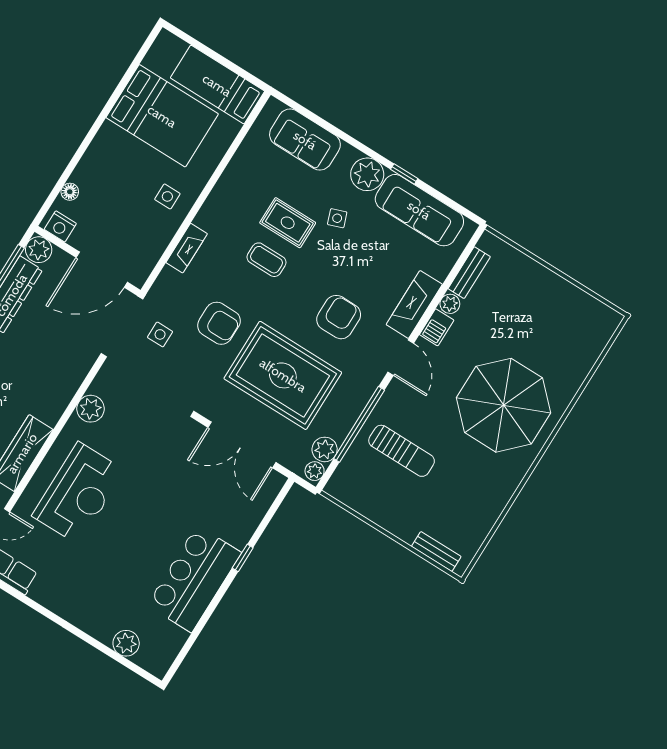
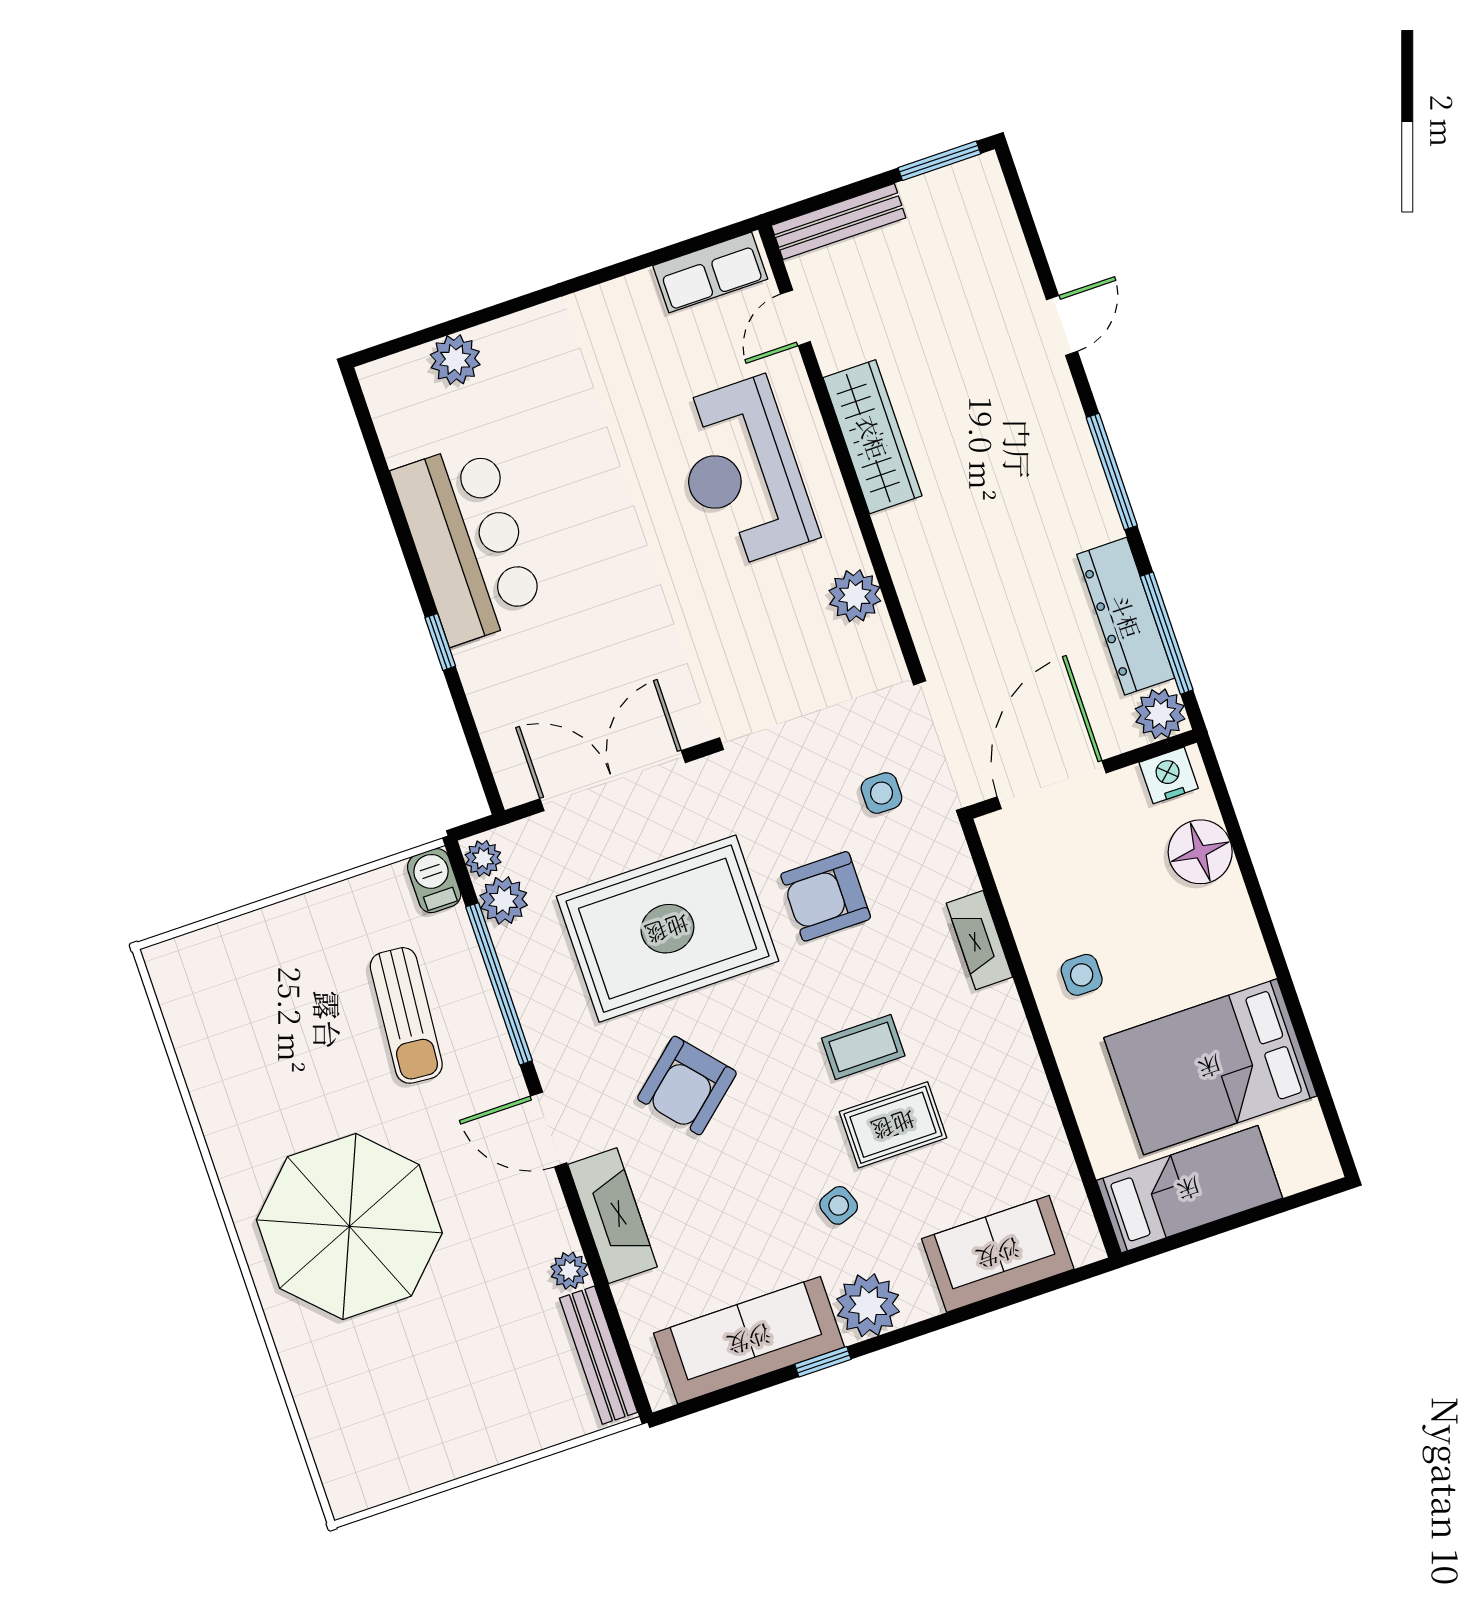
floor lamp: (70, 192) -> (1200, 852), width x1.89, depth x1.89
bench: (469, 273) -> (599, 1355), width x1.36
armchair: (339, 317) -> (687, 1085), turned 49
barbecue: (437, 327) -> (434, 881), moved
sun lounger: (402, 451) -> (406, 1015), turned -85
bench: (436, 551) -> (211, 944), removed

